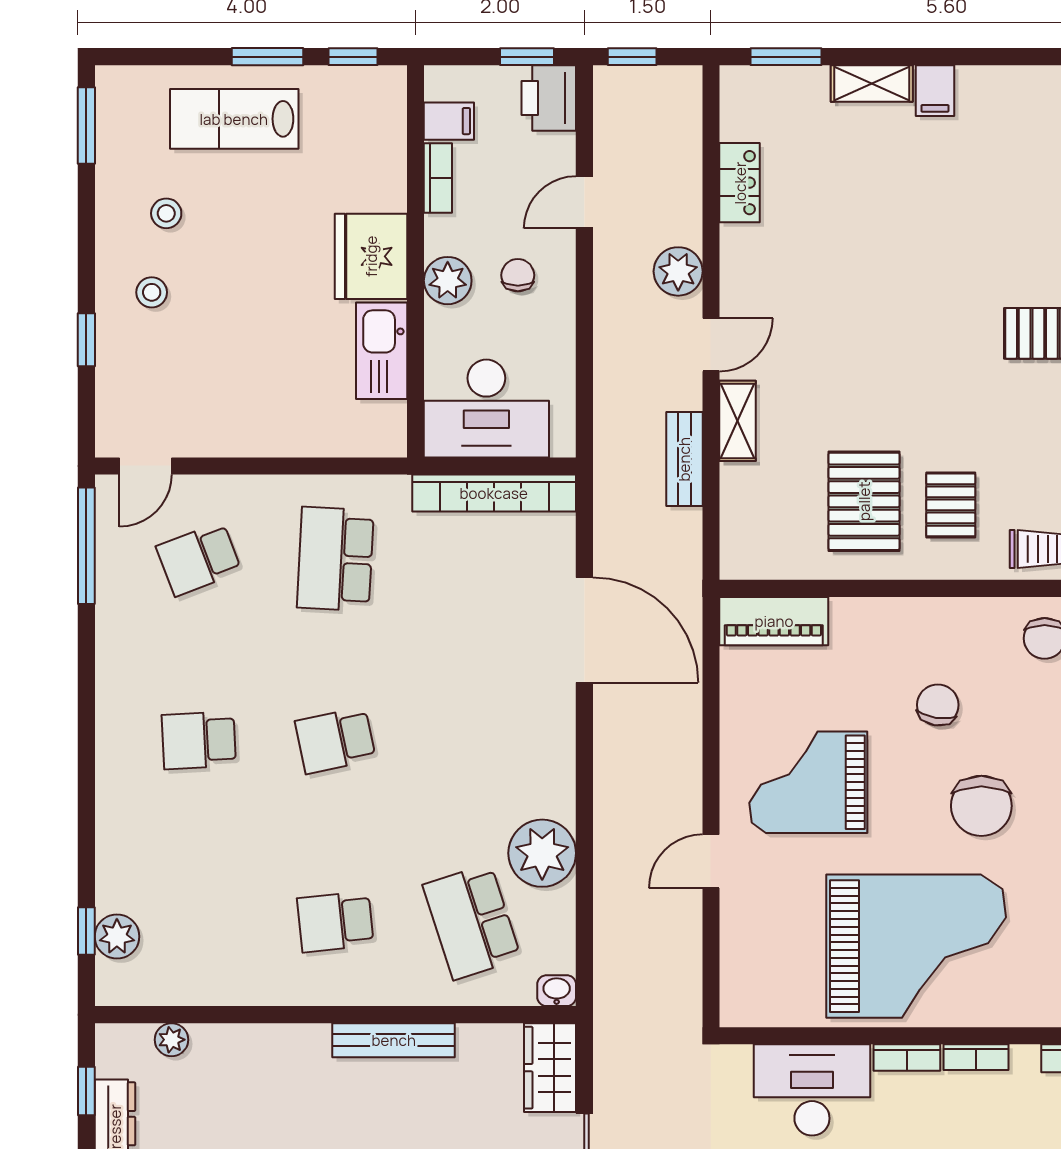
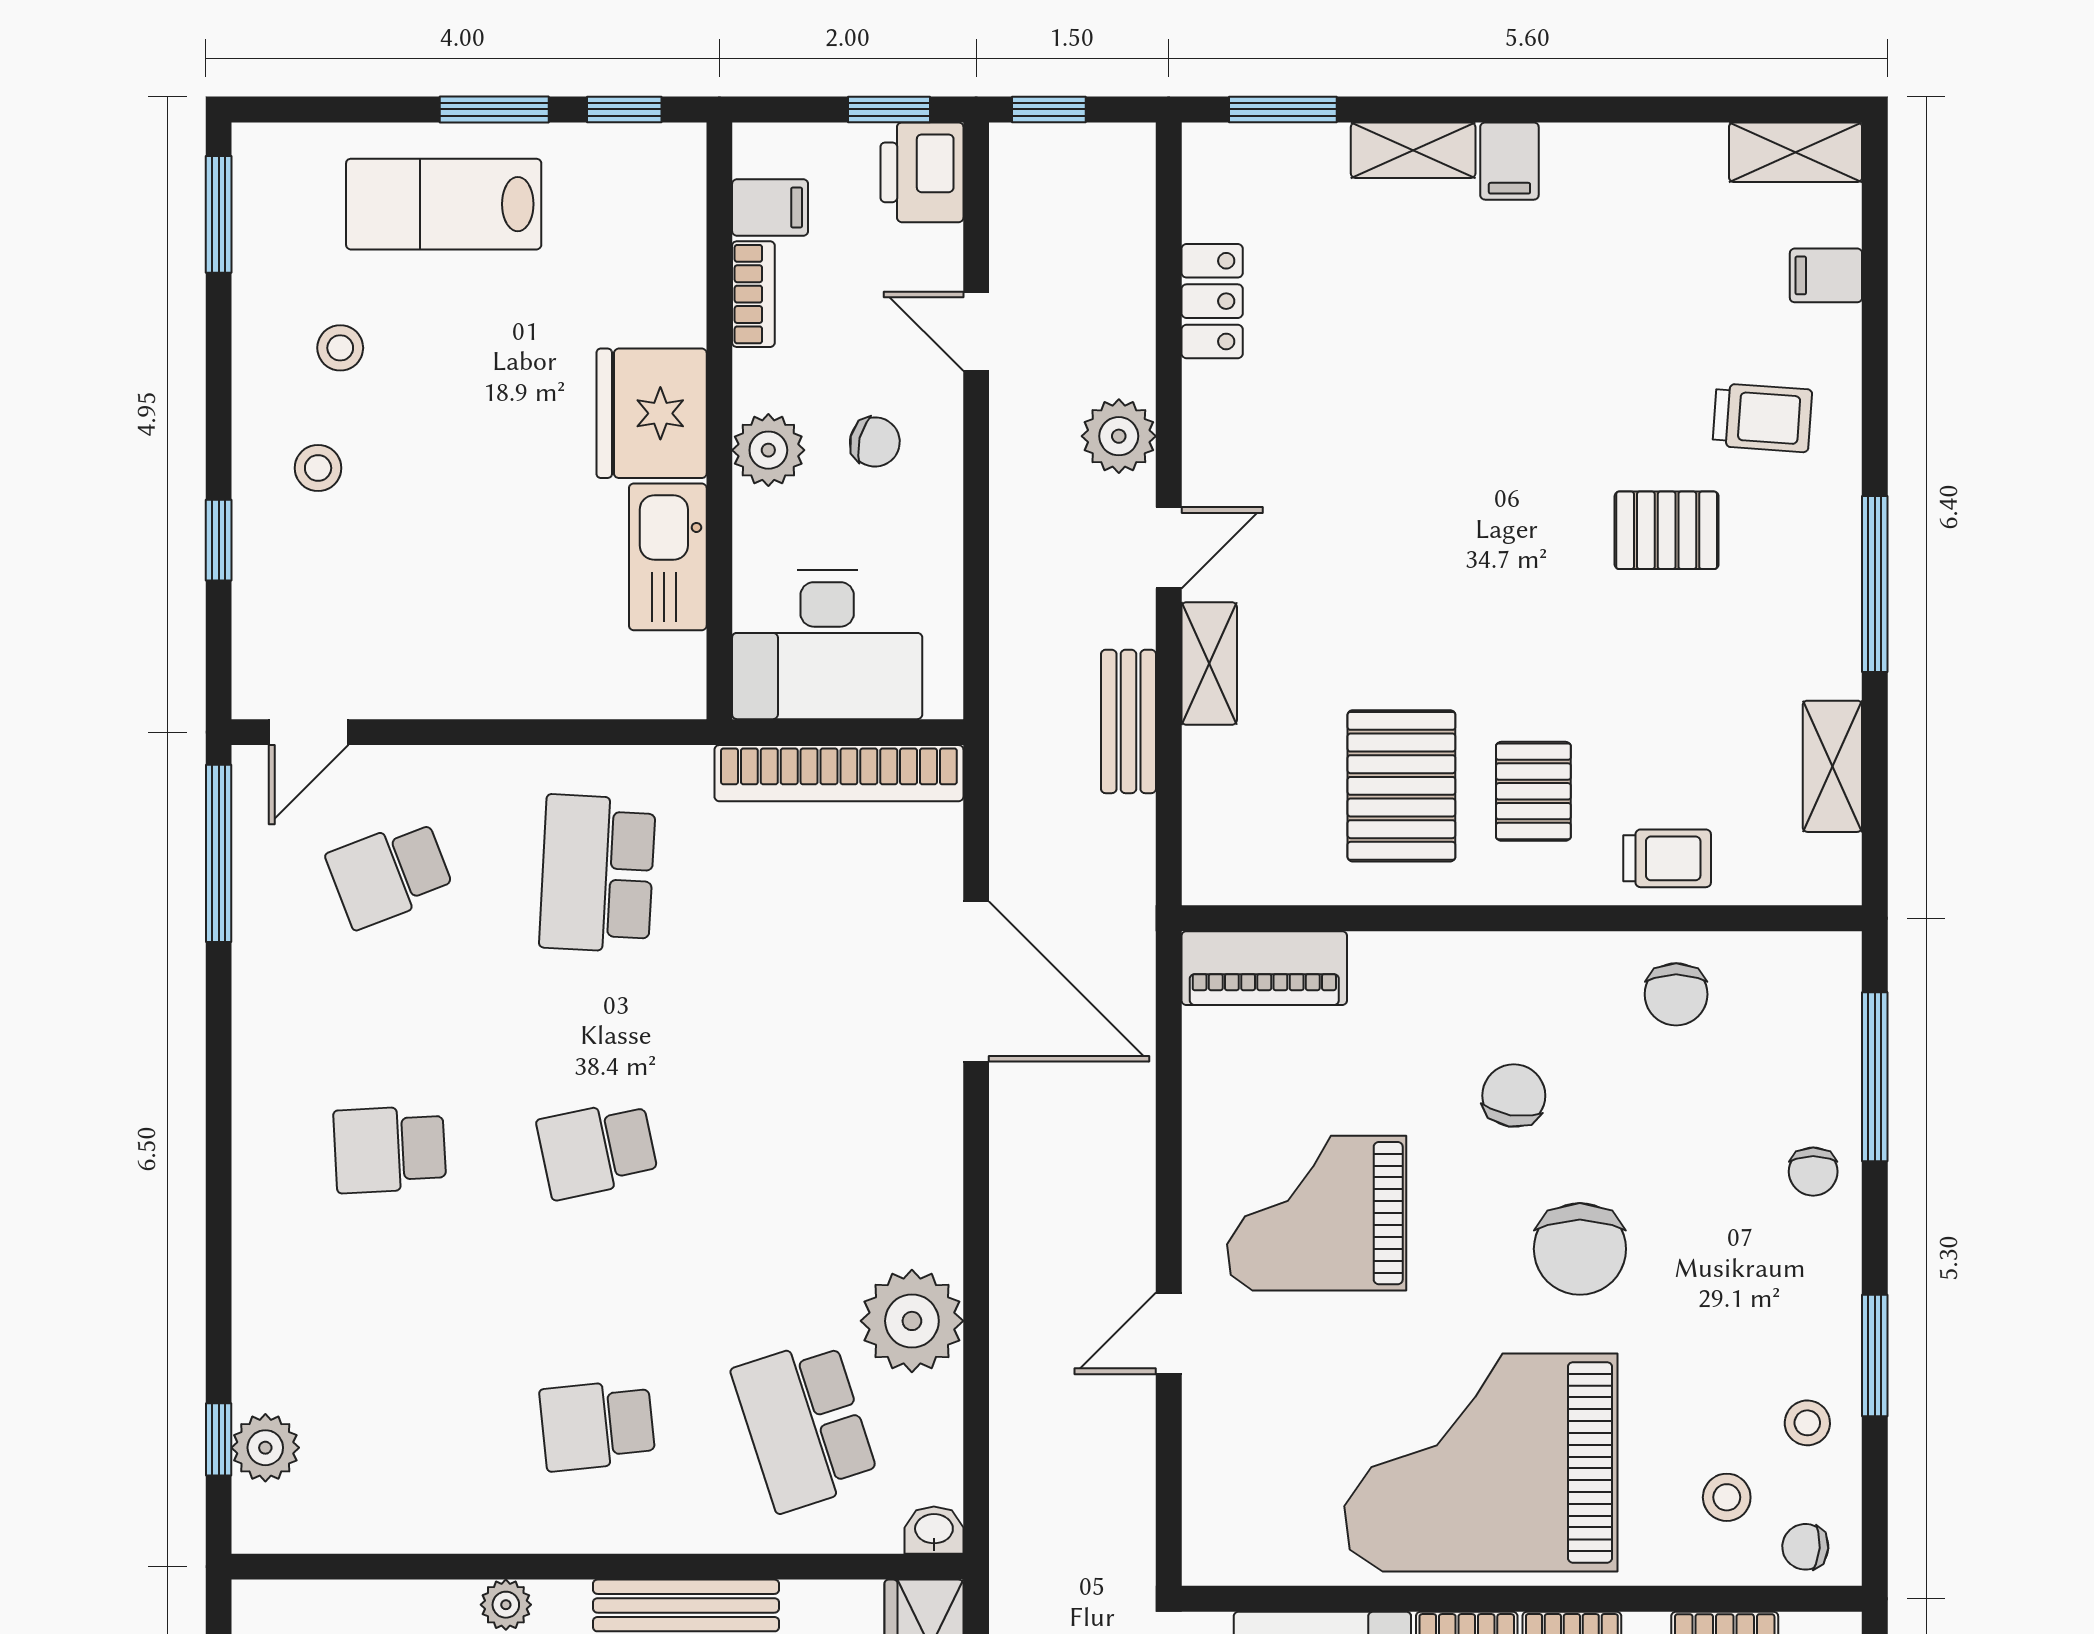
door: (584, 202) -> (976, 331), hinge flipped
chair: (518, 275) -> (875, 442), turned 104
grand piano: (916, 946) -> (1481, 1462), turned 180
plant: (172, 1040) -> (506, 1605), moved

